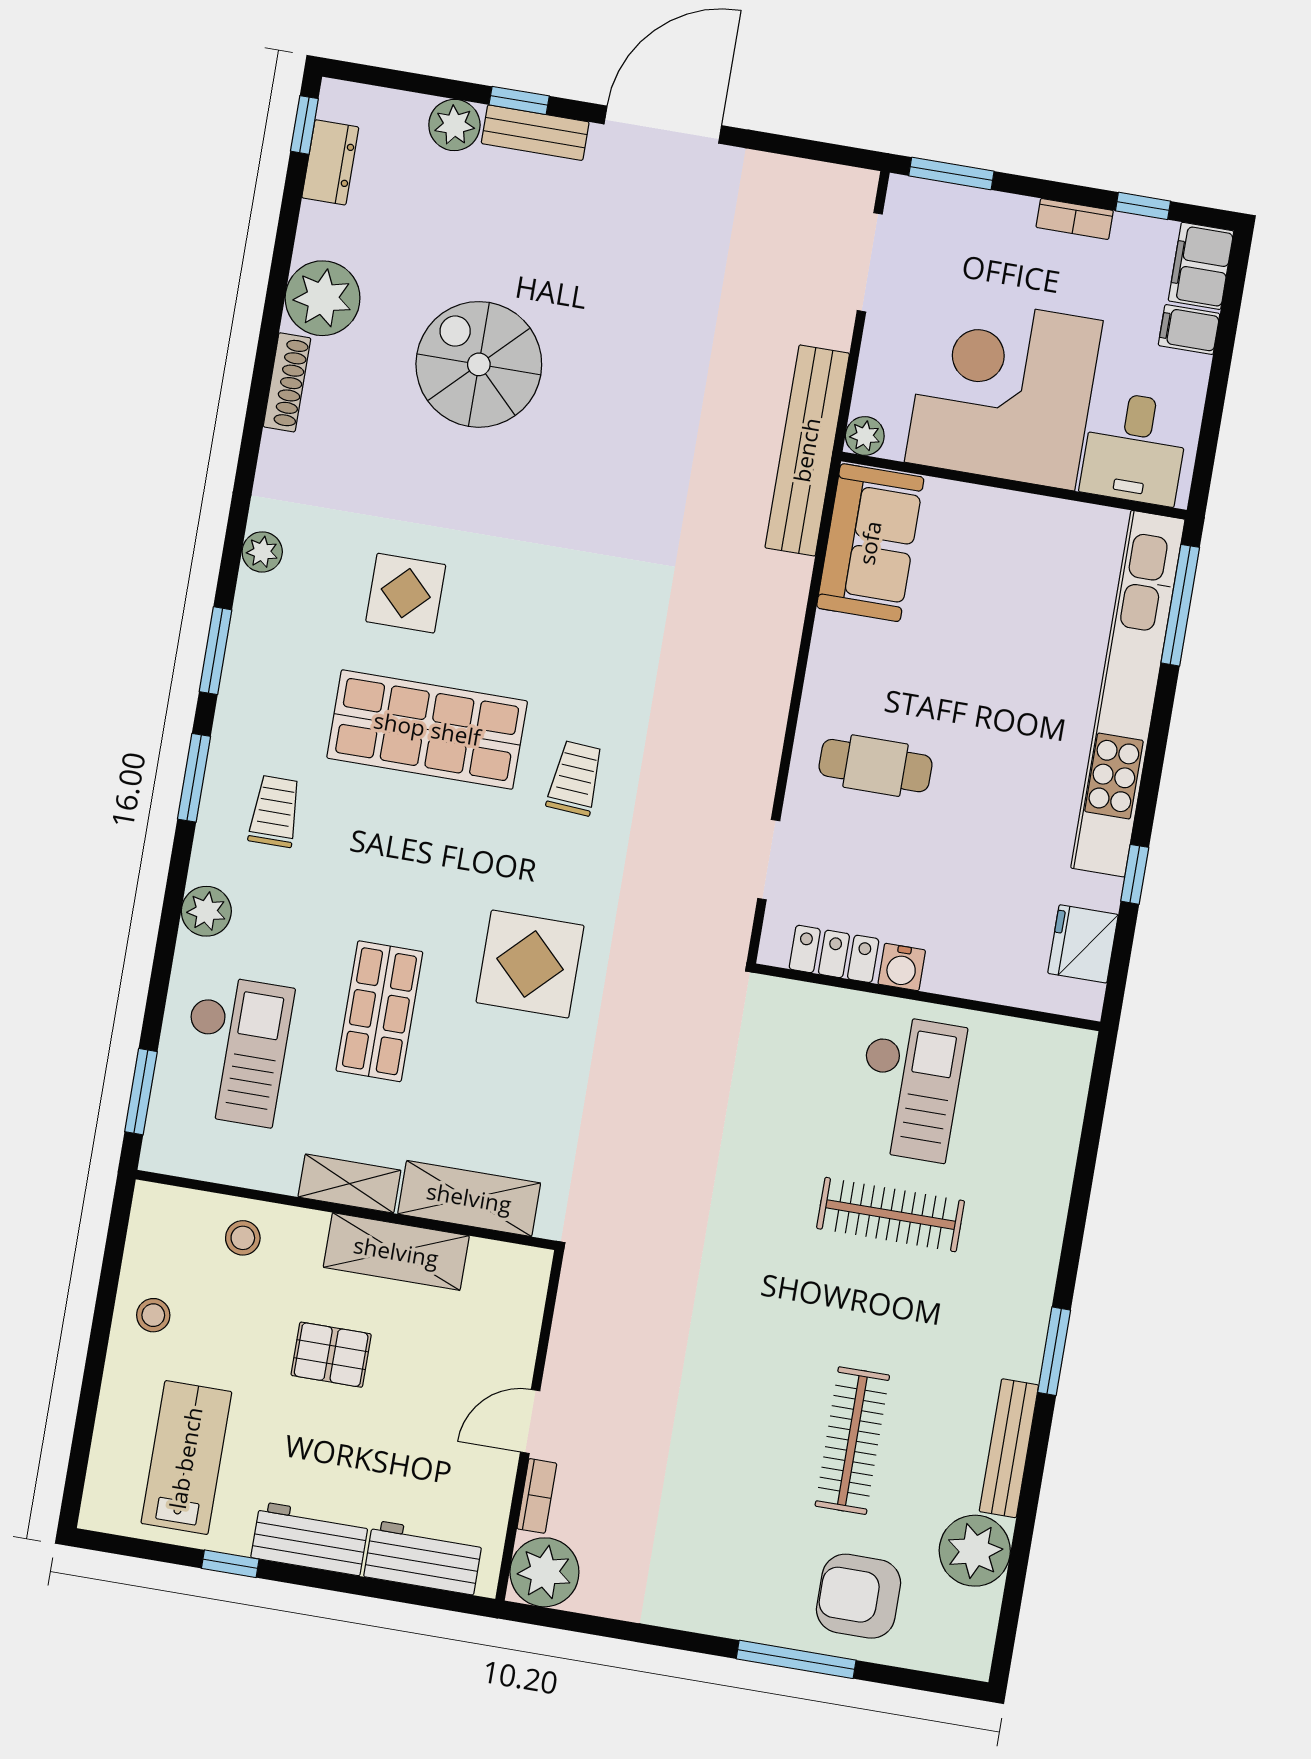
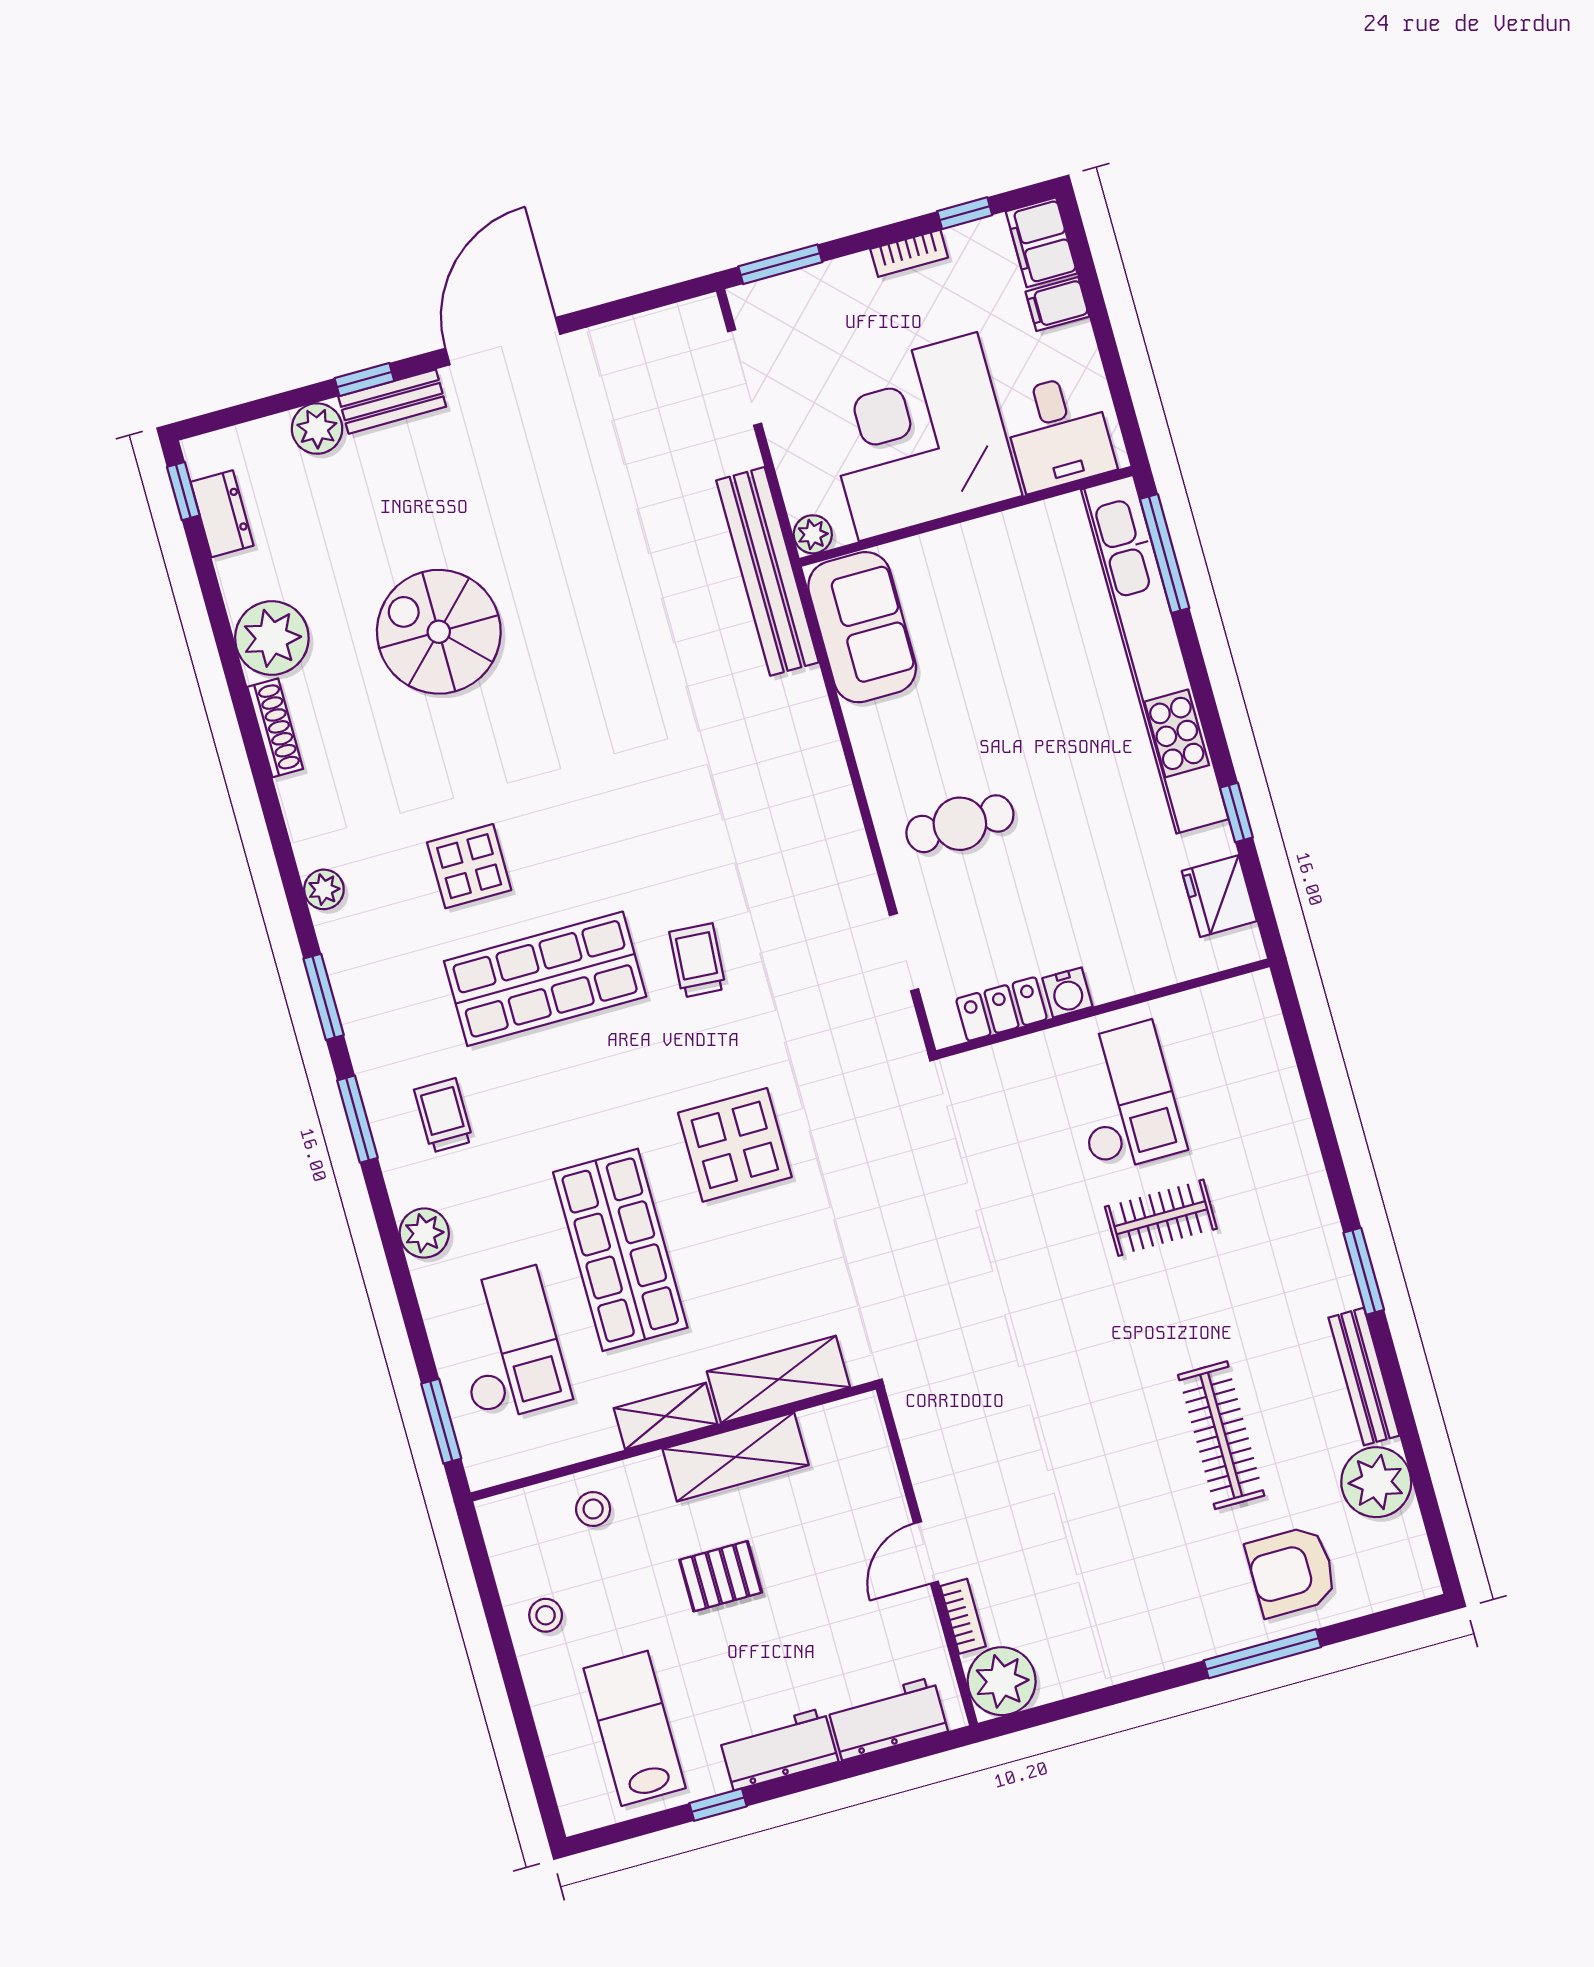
shop shelf: (379, 1011) -> (620, 1250), width x1.43, depth x1.36
clothes rail: (891, 1215) -> (1161, 1218), width x0.73

